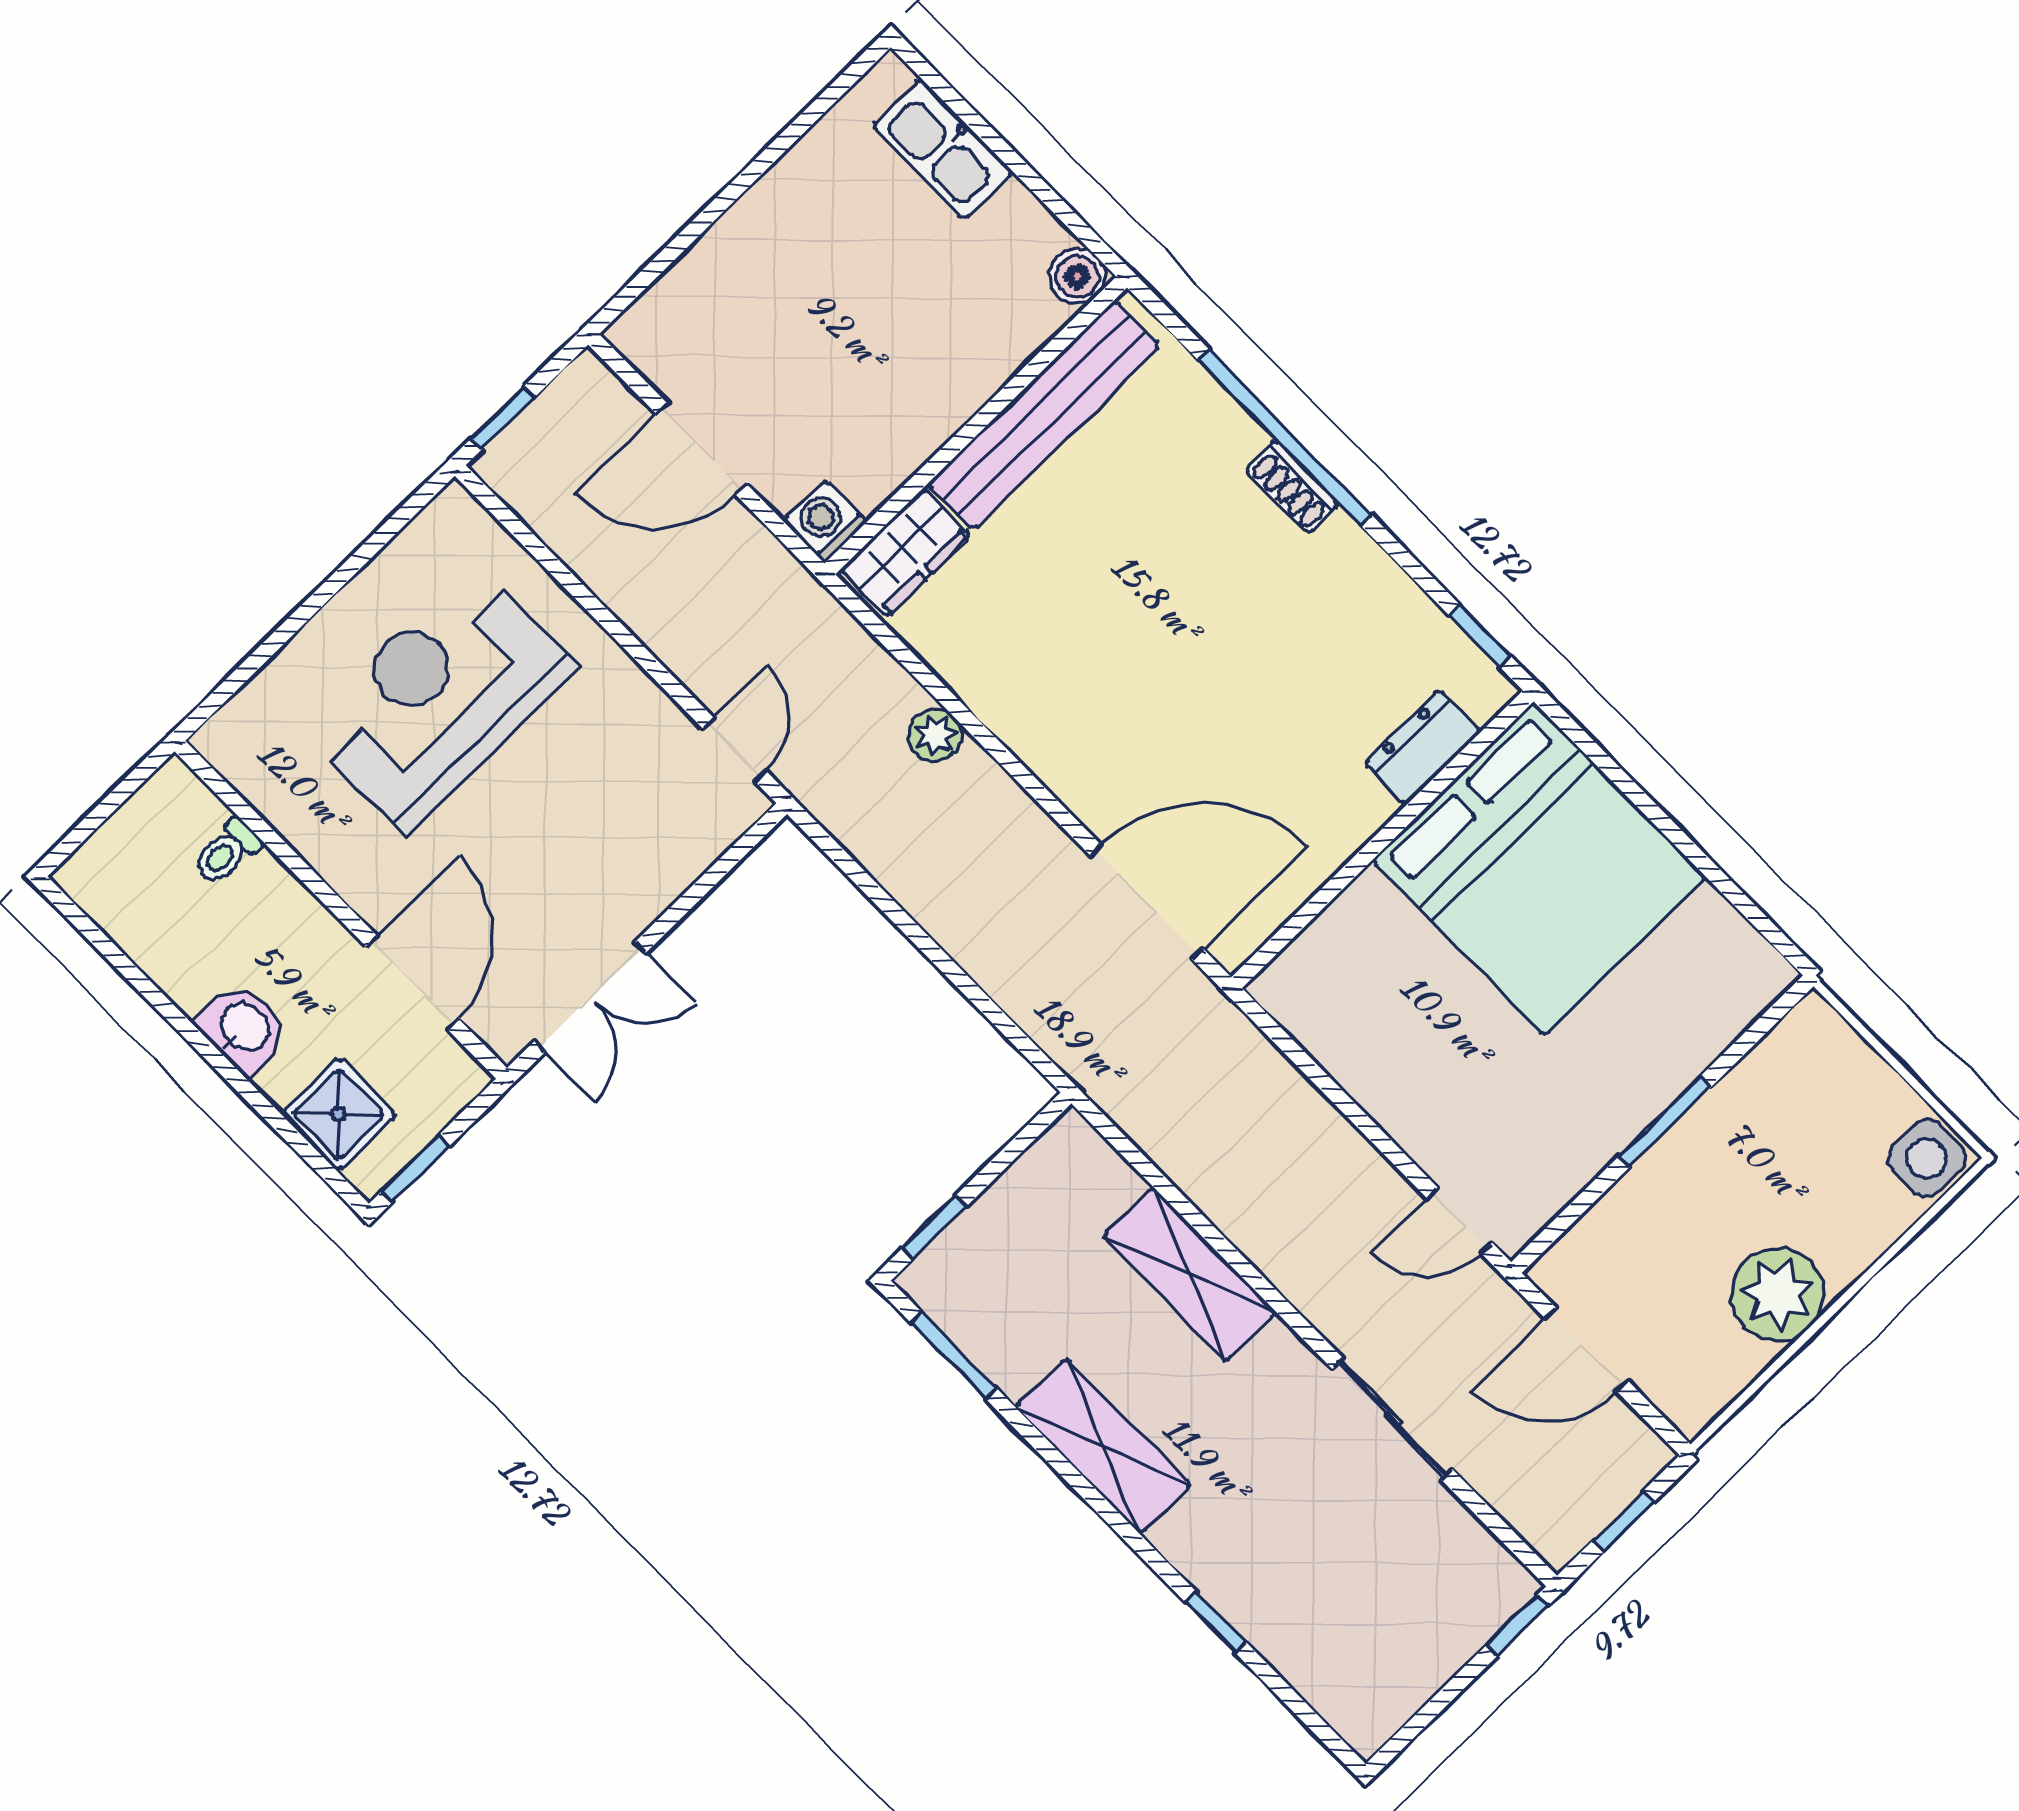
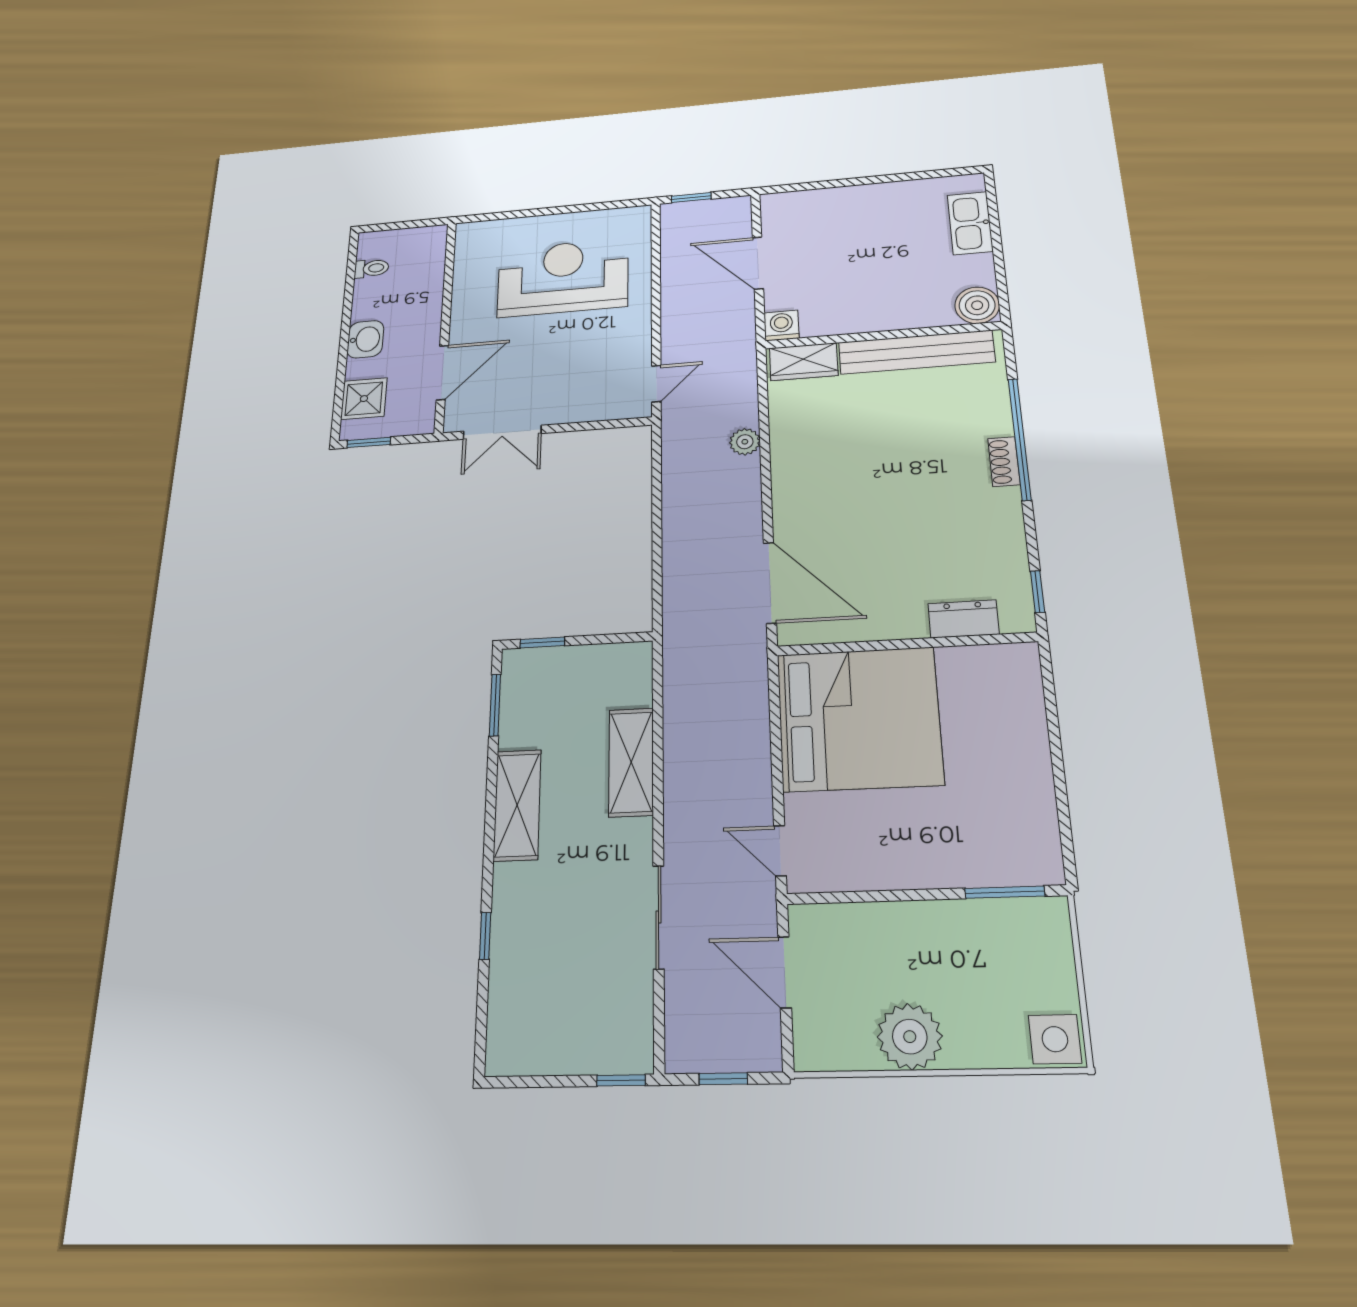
boiler: (1077, 276) -> (977, 305), width x1.36, depth x1.36
toilet: (227, 852) -> (371, 268), moved, turned 180
bed: (1539, 869) -> (859, 719), moved, turned -90
window: (1664, 1122) -> (1005, 892), moved

